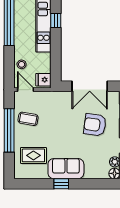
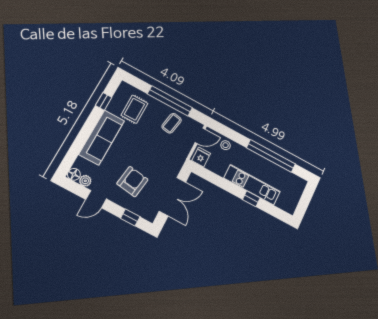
double door: (90, 86) -> (173, 197), swing flipped
sofa: (66, 169) -> (102, 137), width x1.36
window: (61, 184) -> (104, 101), moved

